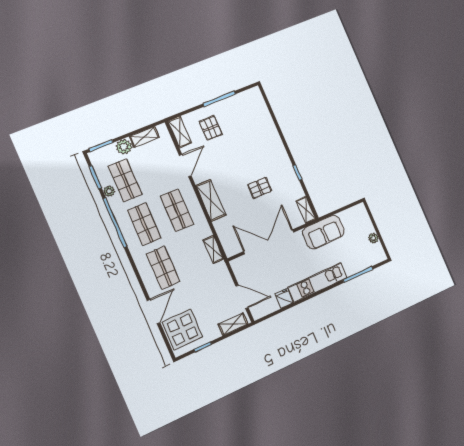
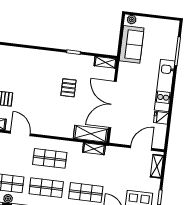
shelving: (211, 201) -> (91, 134), moved
sofa: (324, 232) -> (132, 44), moved
plant: (373, 238) -> (132, 20), moved

